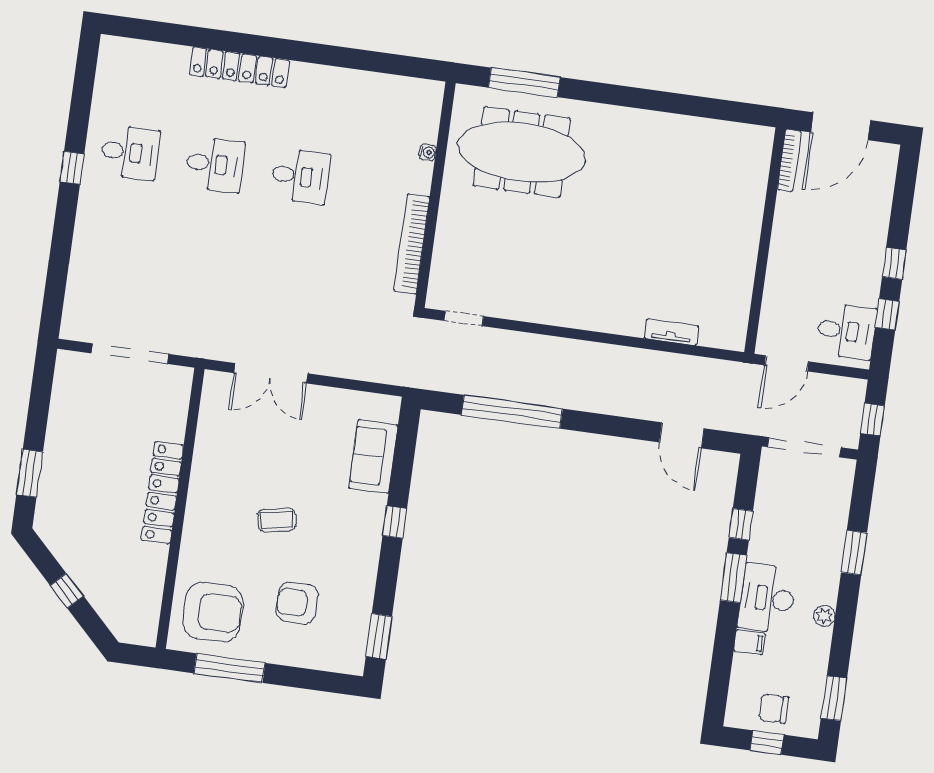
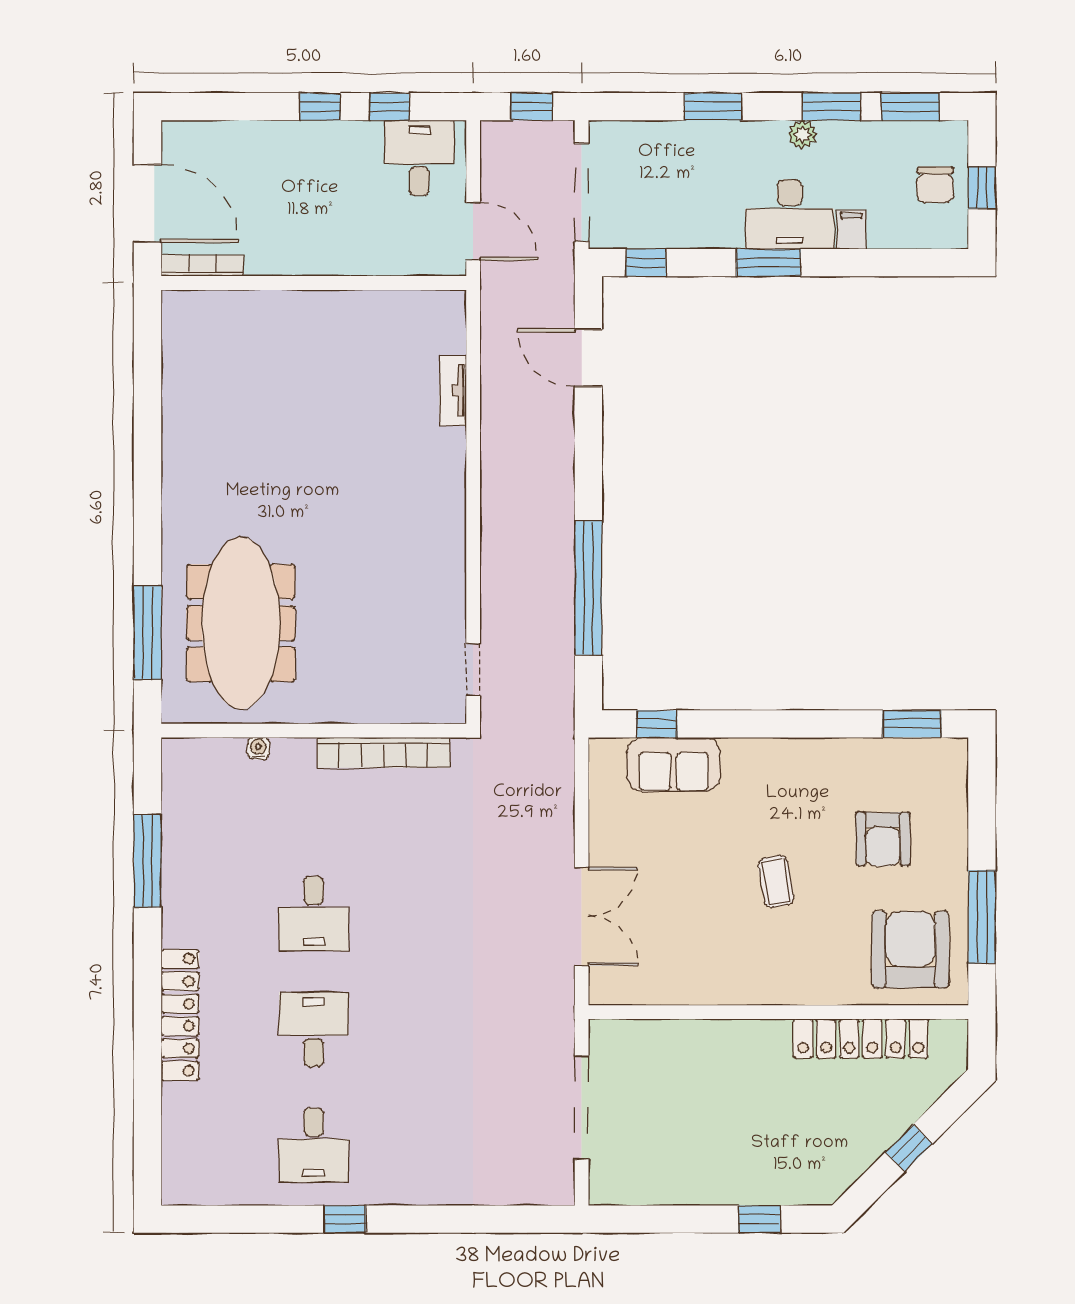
window: (356, 59) -> (147, 861), added
desk: (130, 152) -> (314, 1145), turned 180
desk: (300, 176) -> (314, 914), turned 180
door: (682, 435) -> (588, 358), swing flipped
window: (30, 473) -> (759, 1219), width x0.67
locker: (162, 493) -> (861, 1039), moved
window: (395, 522) -> (657, 724), moved
window: (741, 524) -> (646, 263), moved
window: (842, 640) -> (832, 107), added

